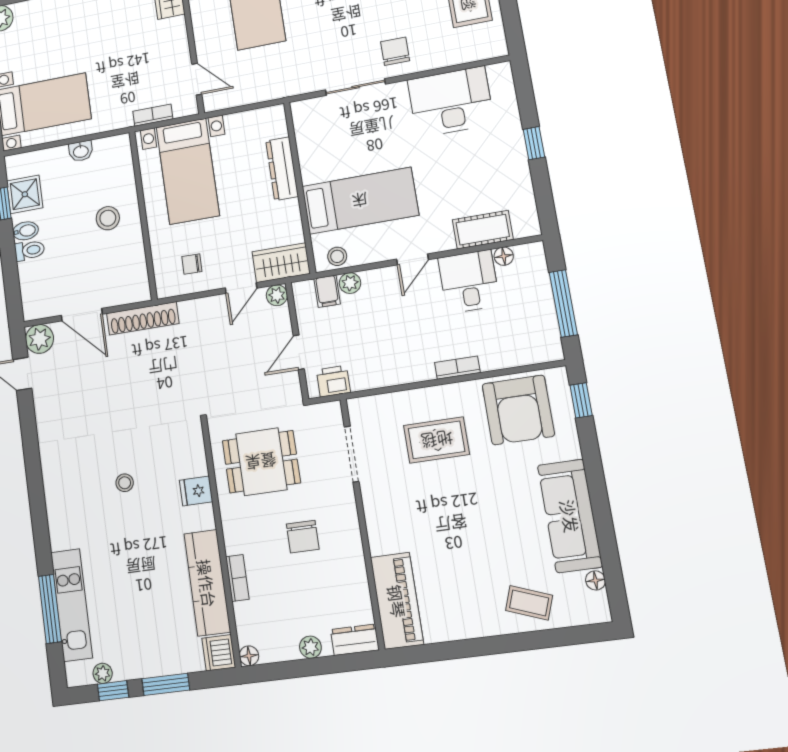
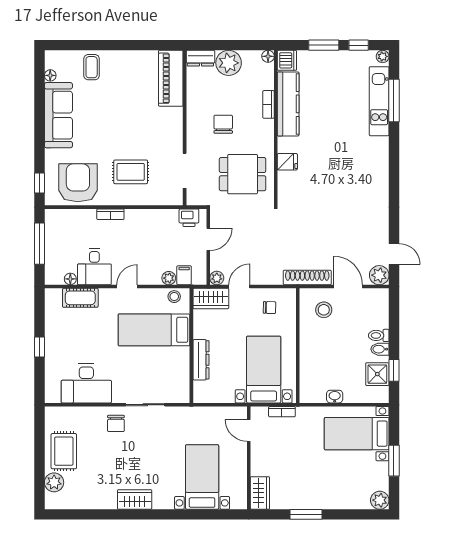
stool: (108, 218) -> (324, 310), moved
stool: (125, 483) -> (334, 173), removed
coffee table: (529, 603) -> (92, 67), turned 70
plant: (310, 647) -> (229, 63), width x1.88, depth x1.88
plant: (103, 673) -> (383, 56), moved

